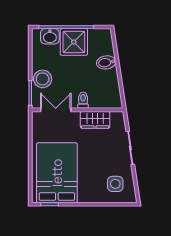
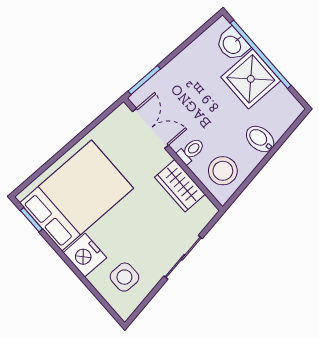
stool: (43, 79) -> (223, 171), moved
nightstand: (89, 194) -> (85, 255), added

